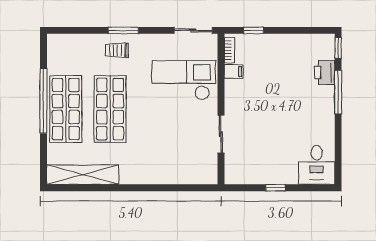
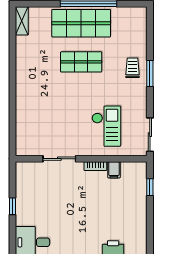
bookcase: (229, 50) -> (95, 166), moved
checkout: (184, 80) -> (106, 126), width x0.73, depth x0.83
shop shelf: (110, 109) -> (81, 62), width x0.70, depth x0.74
shelving: (83, 175) -> (22, 21), width x0.45, depth x0.75

